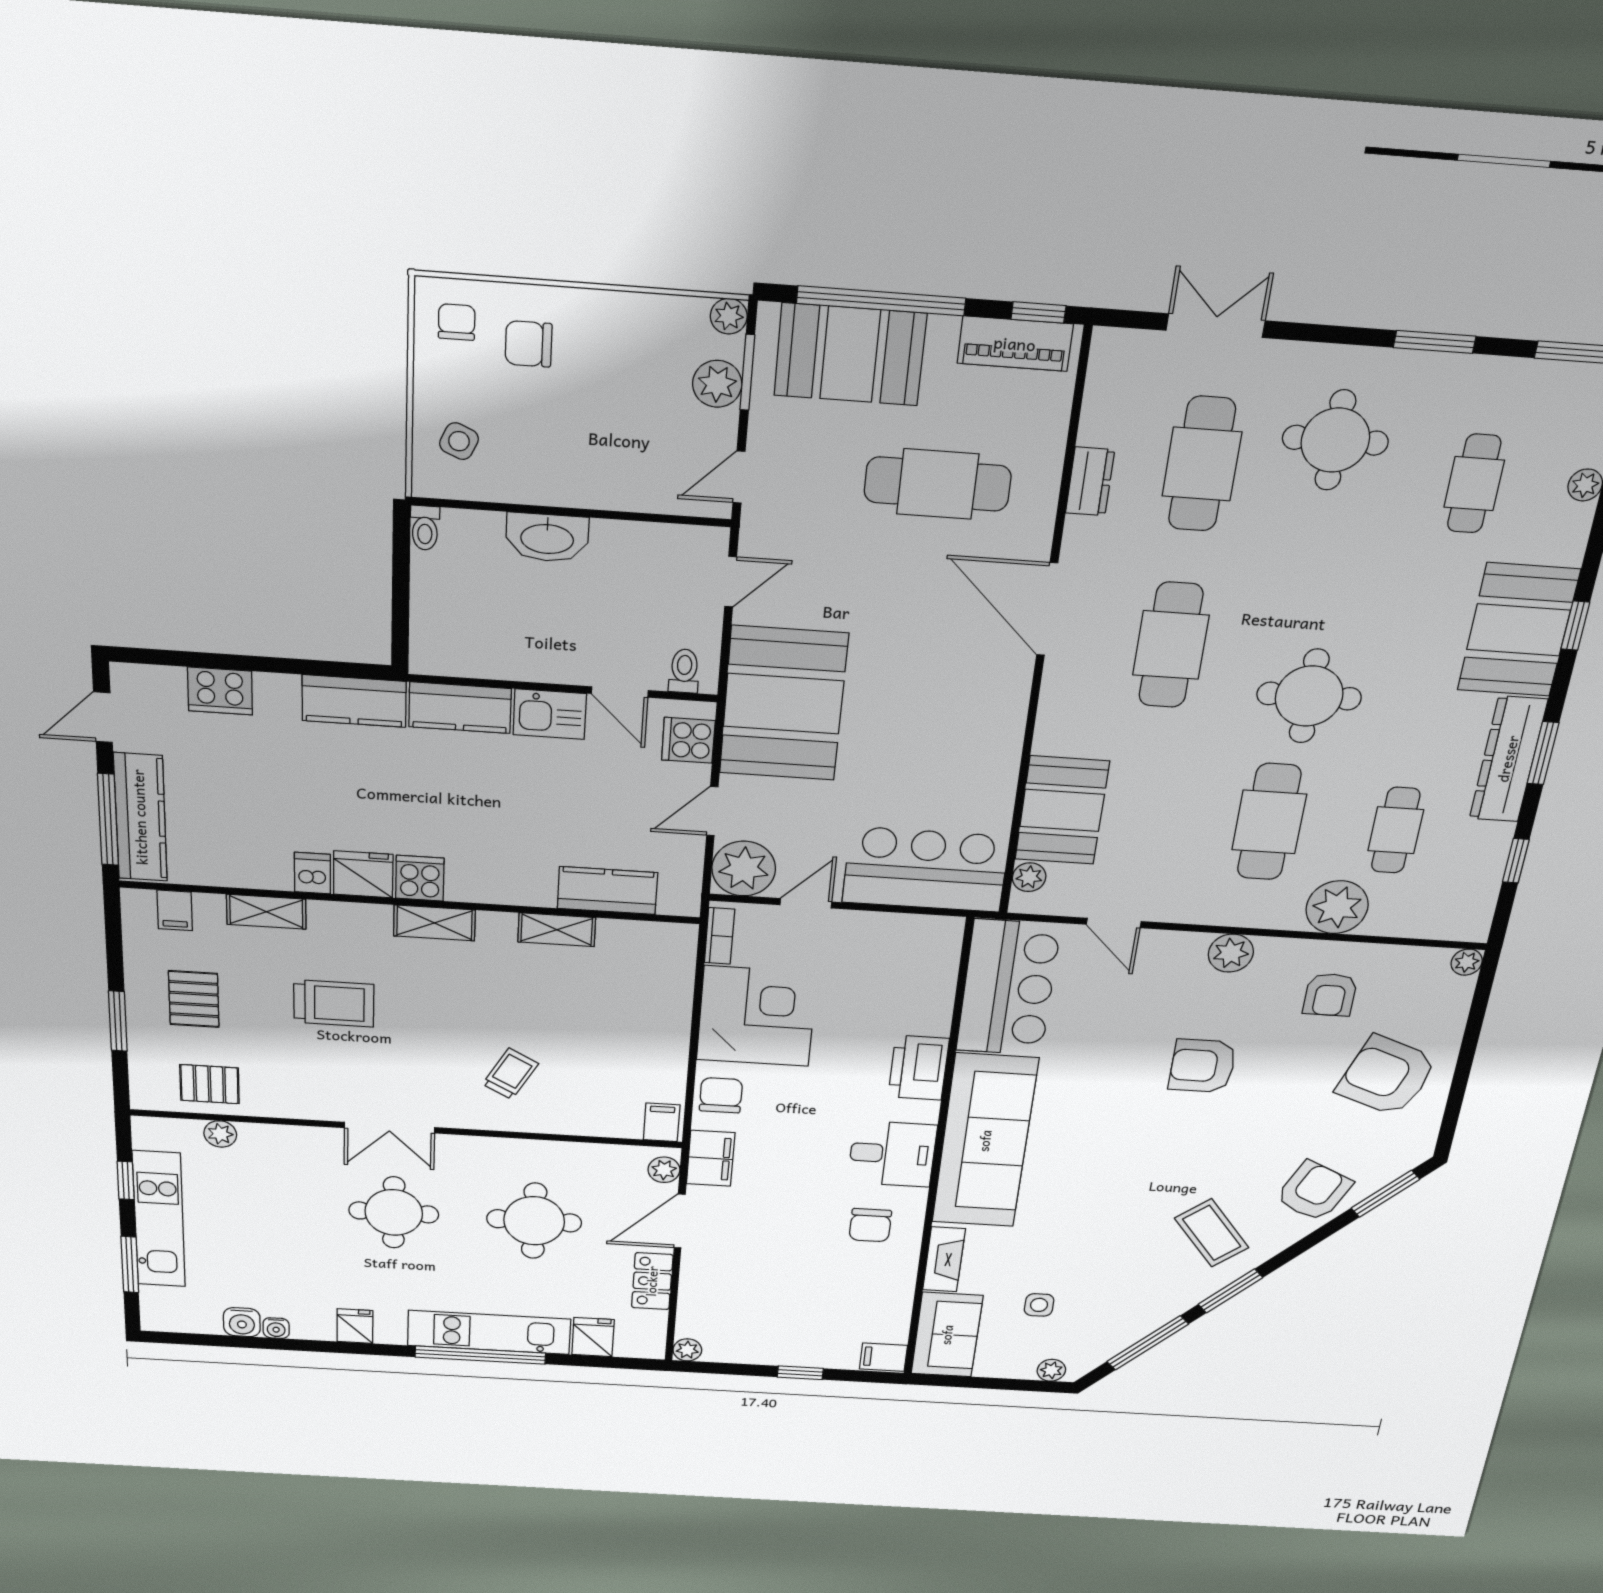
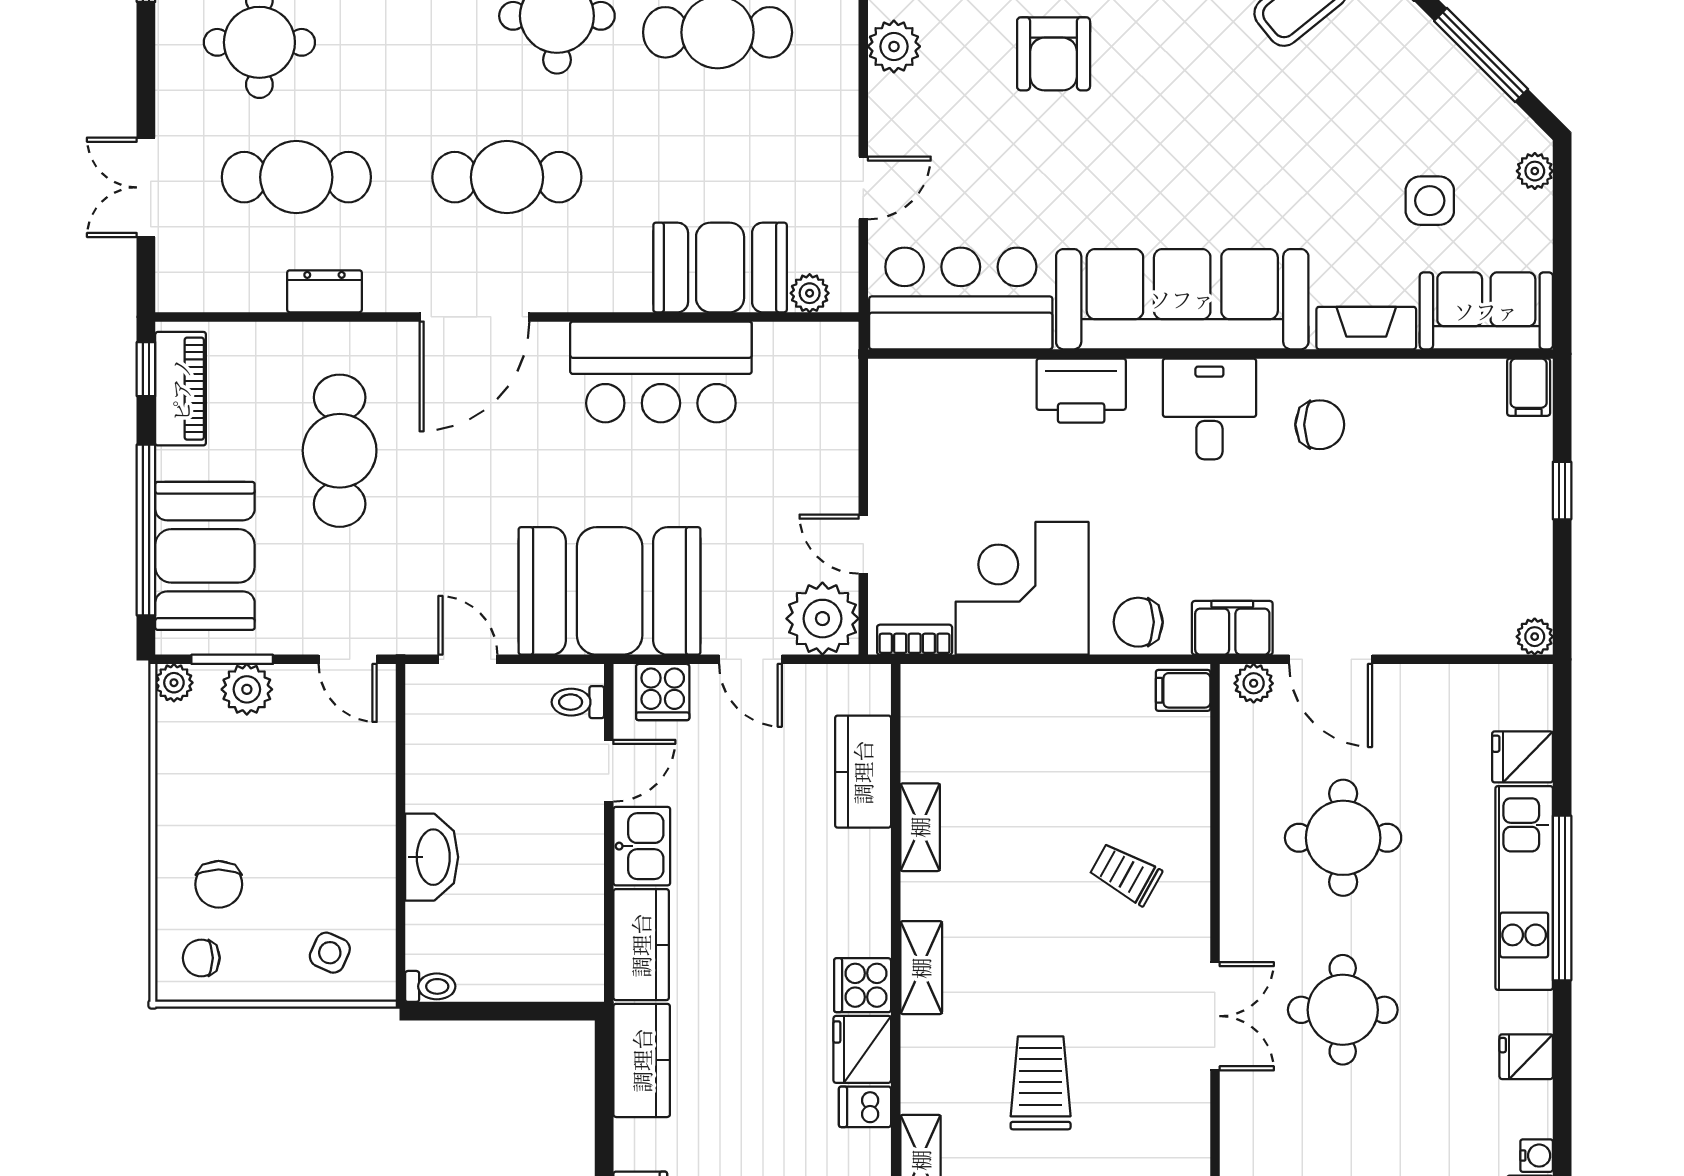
bar counter: (925, 869) -> (661, 372), moved, turned -90
locker: (652, 1281) -> (1427, 687), removed
side table: (1039, 1305) -> (1430, 201), width x1.37, depth x1.37

